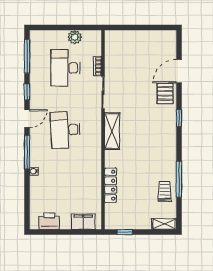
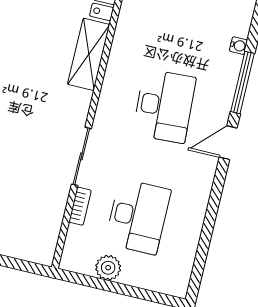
window: (27, 56) -> (202, 254), removed
window: (27, 92) -> (217, 190), removed
shelving: (112, 131) -> (89, 54), moved

